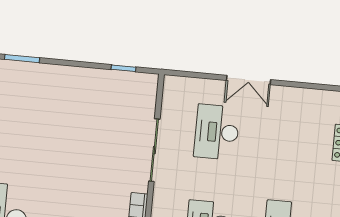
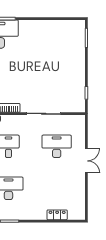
double door: (249, 80) -> (86, 161), swing flipped

